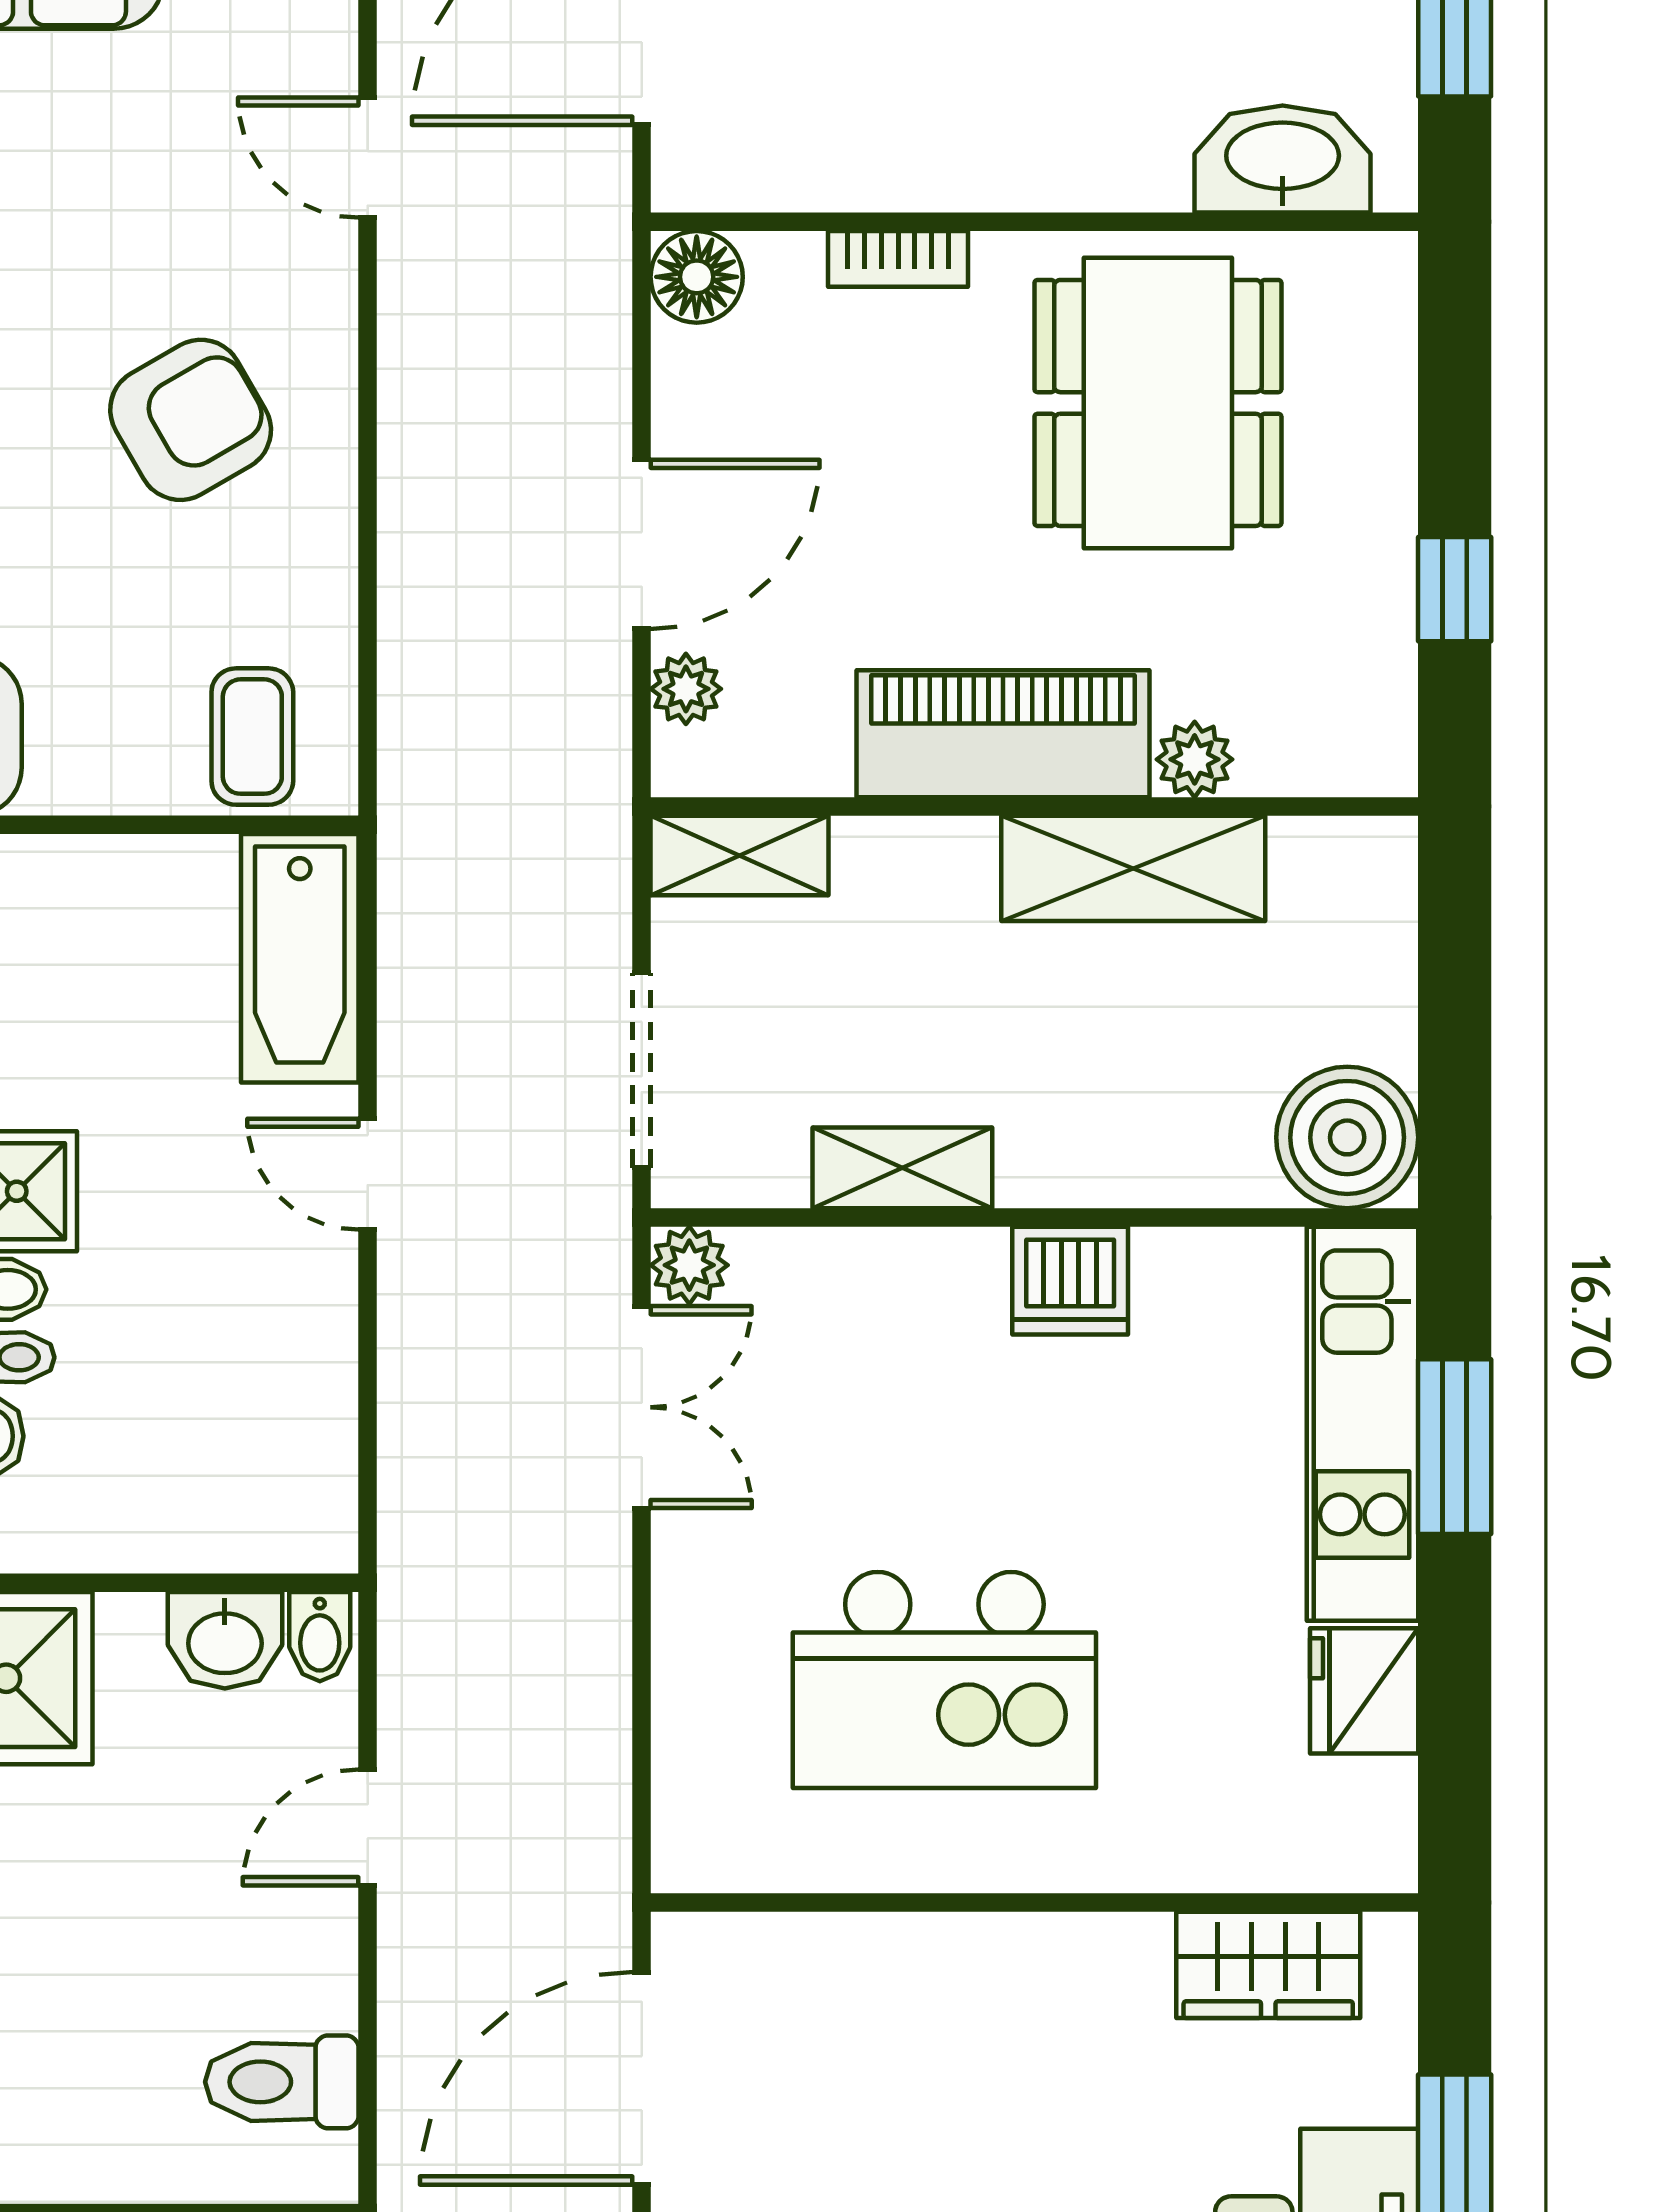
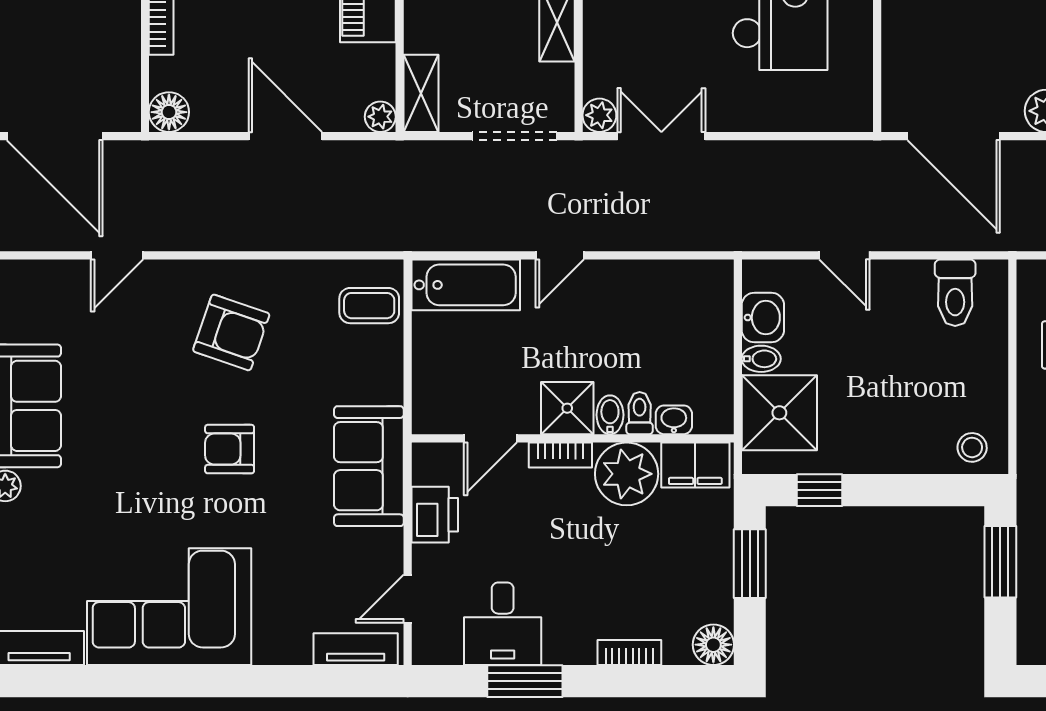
armchair: (191, 420) -> (231, 332), turned 139
plant: (686, 689) -> (380, 117), moved
bidet: (320, 1637) -> (761, 359), moved

